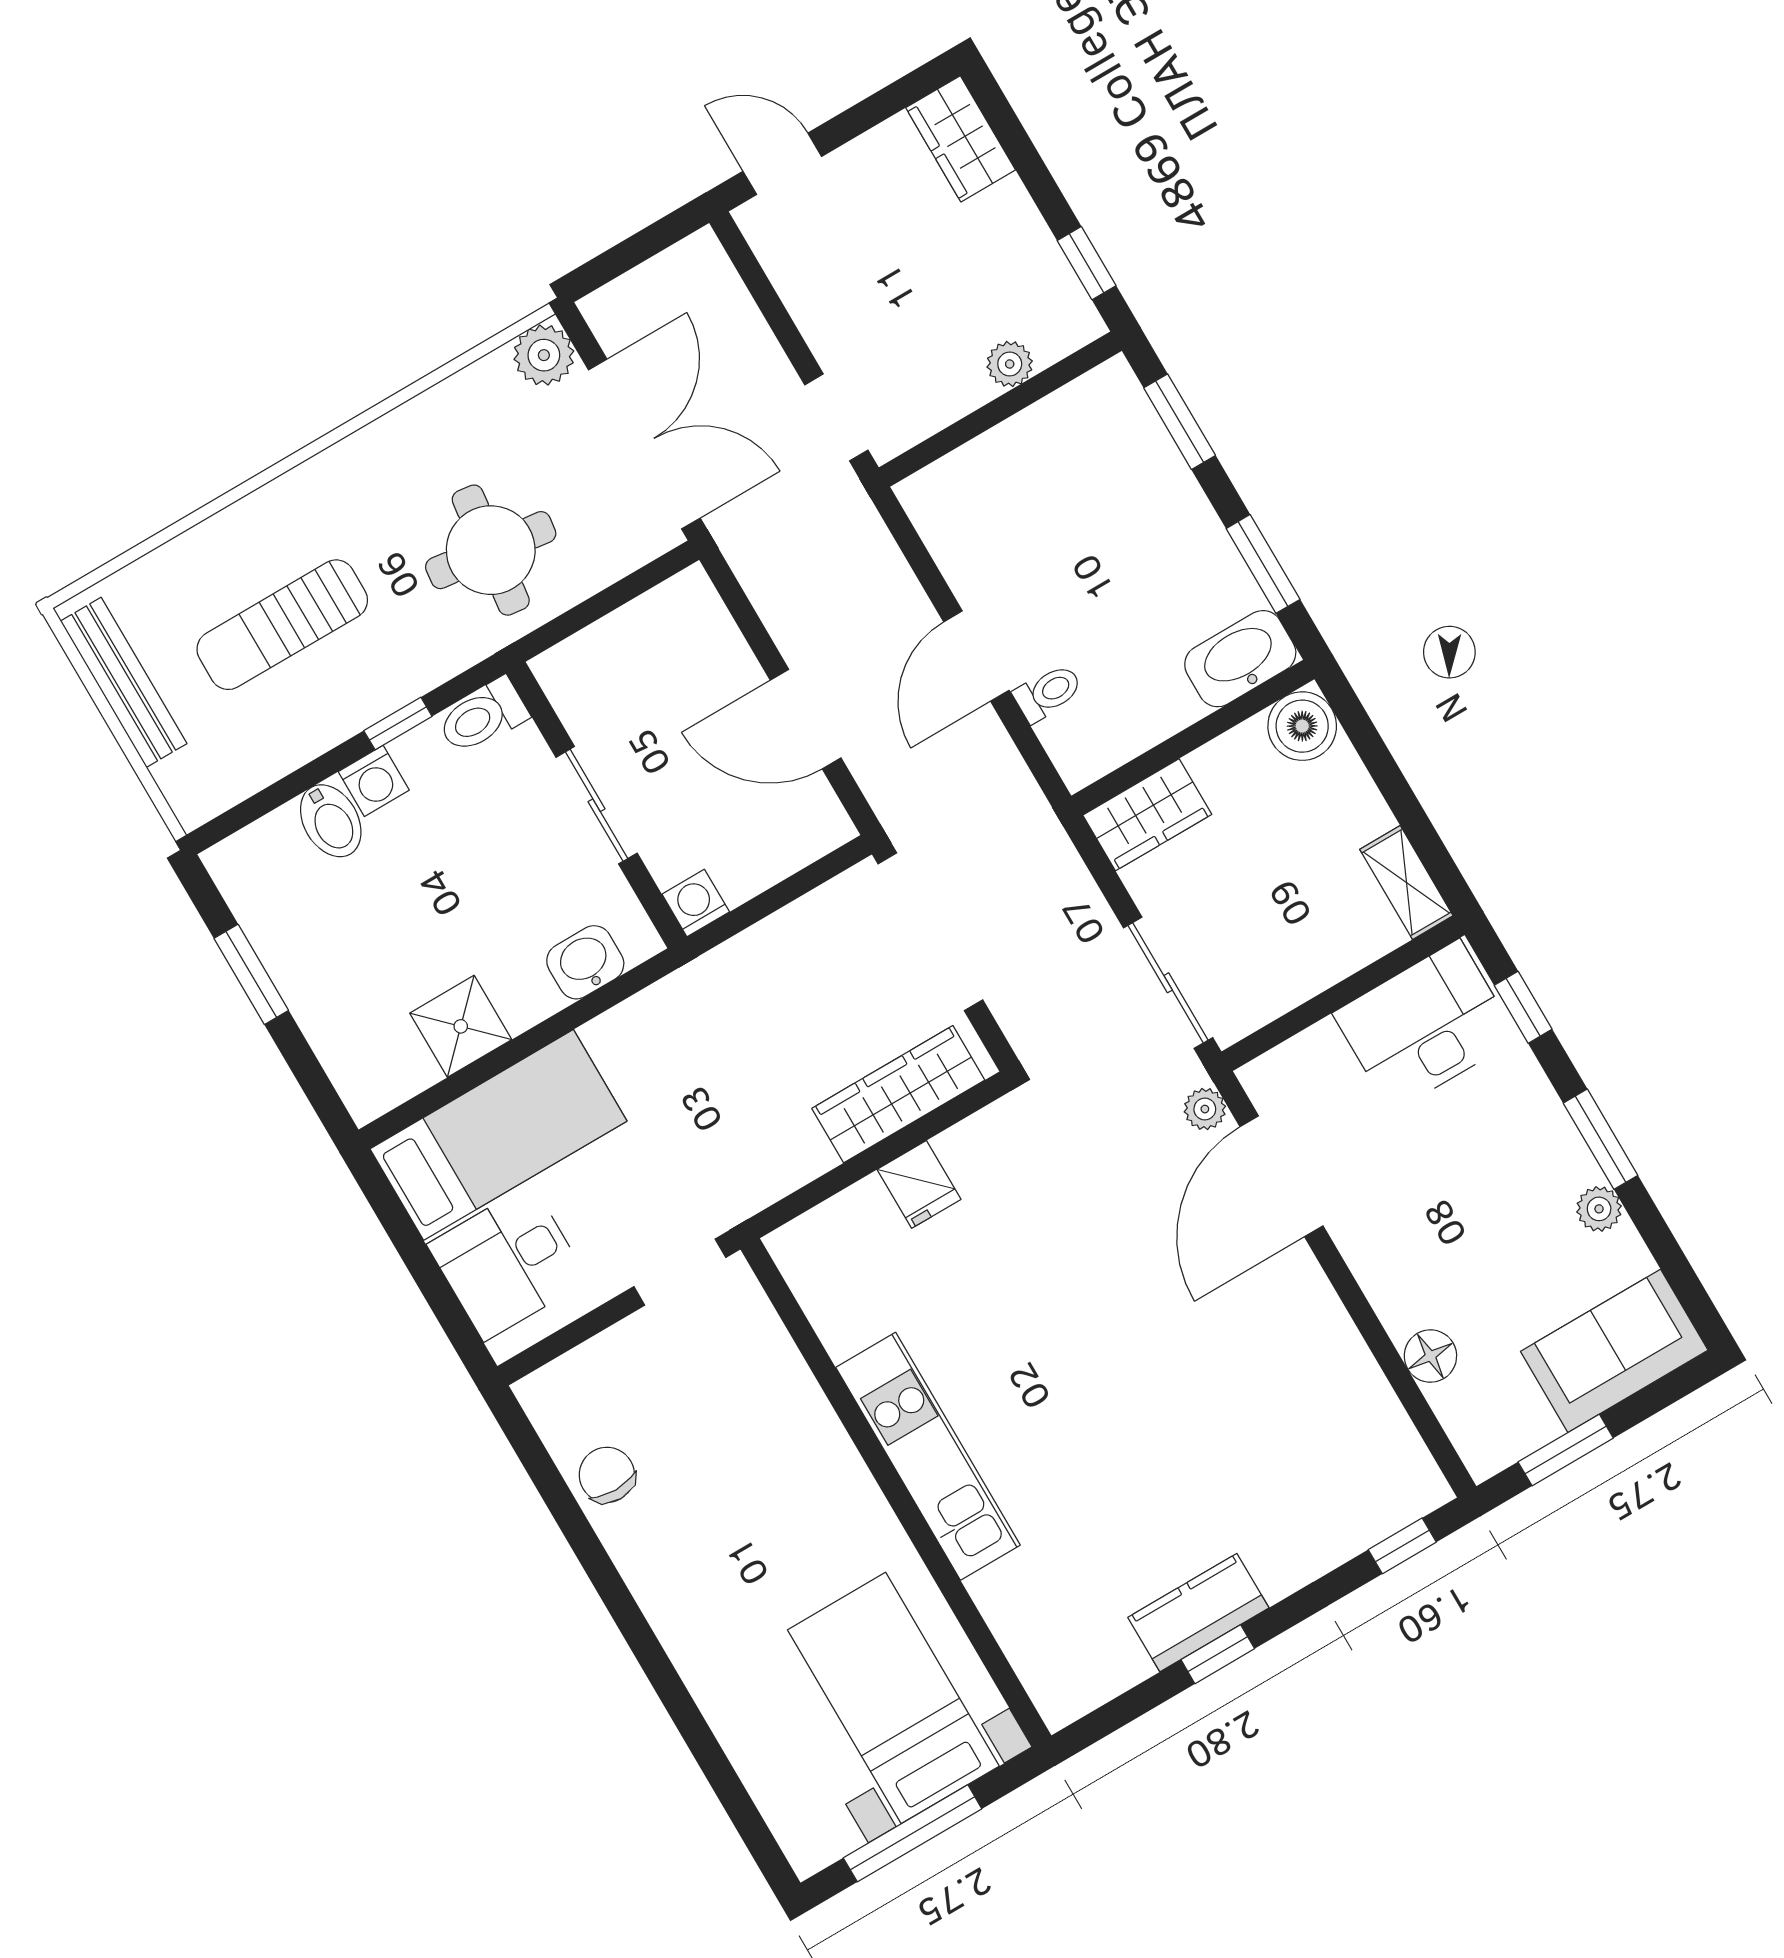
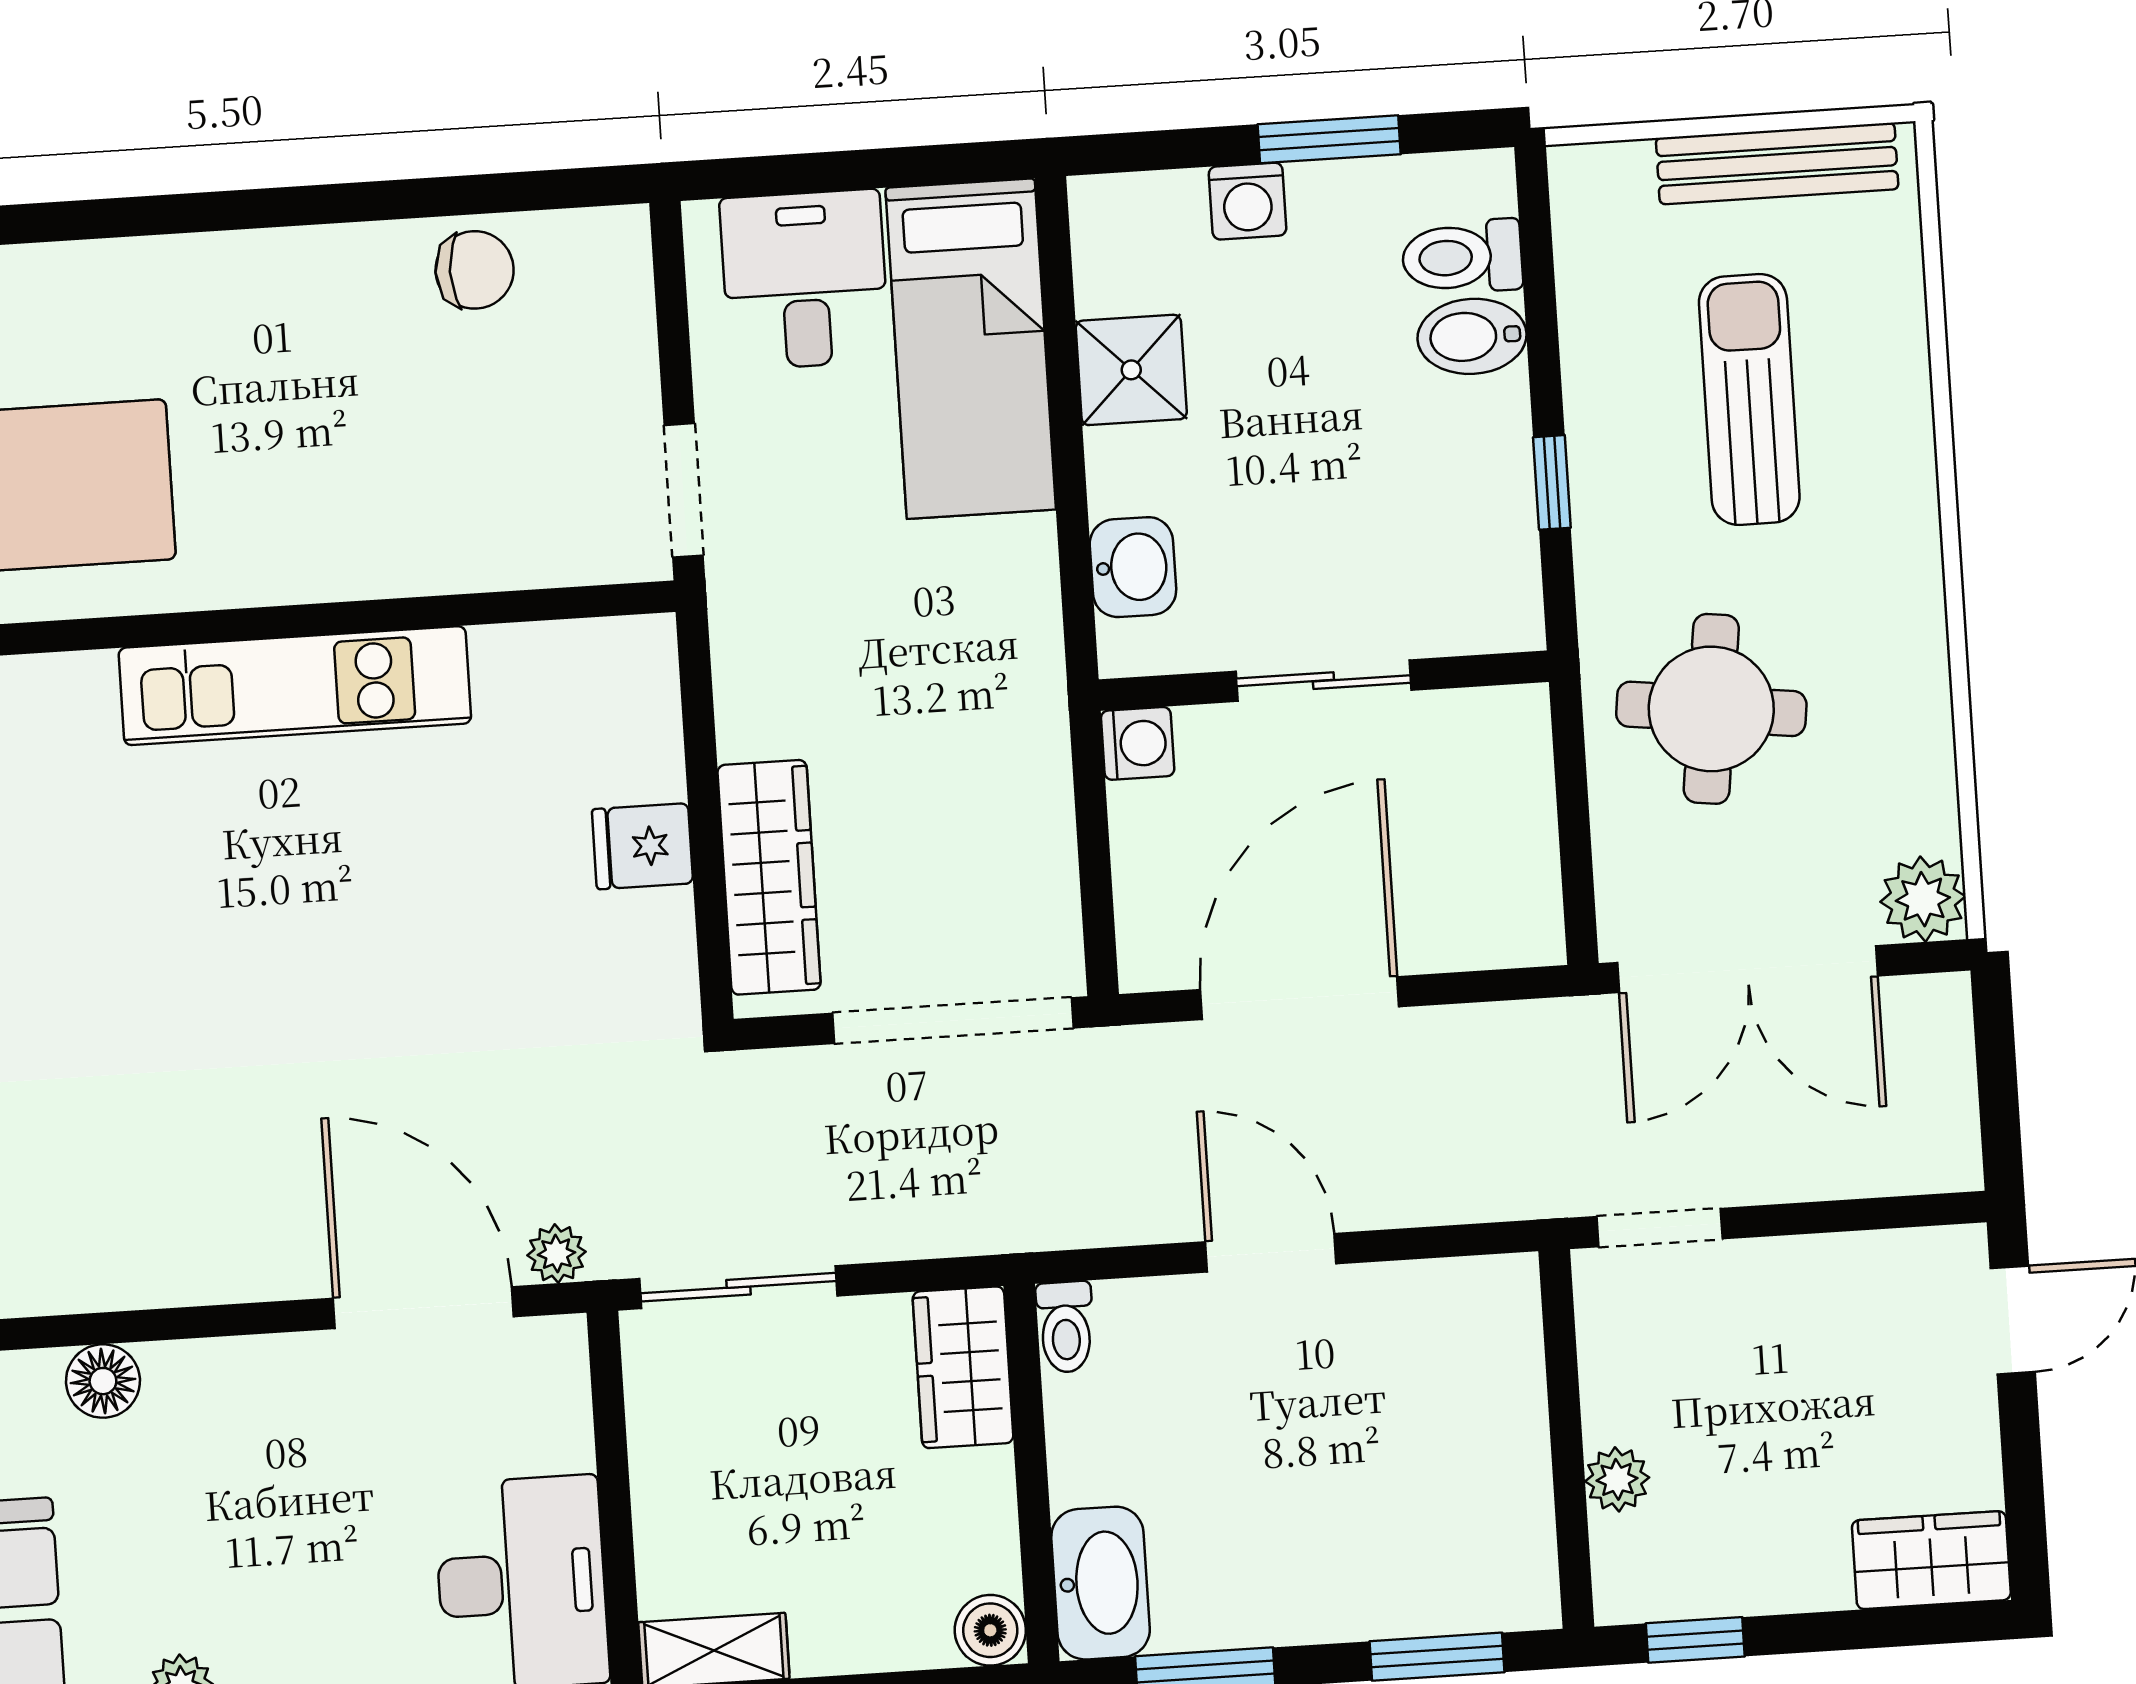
toilet: (1048, 693) -> (1066, 1327), moved
toilet: (483, 716) -> (1462, 257), moved, turned -90
door: (806, 719) -> (1300, 998), width x1.36
boiler: (1302, 726) -> (990, 1630), width x0.73, depth x0.73
washing machine: (374, 781) -> (1248, 201), moved, turned -90

